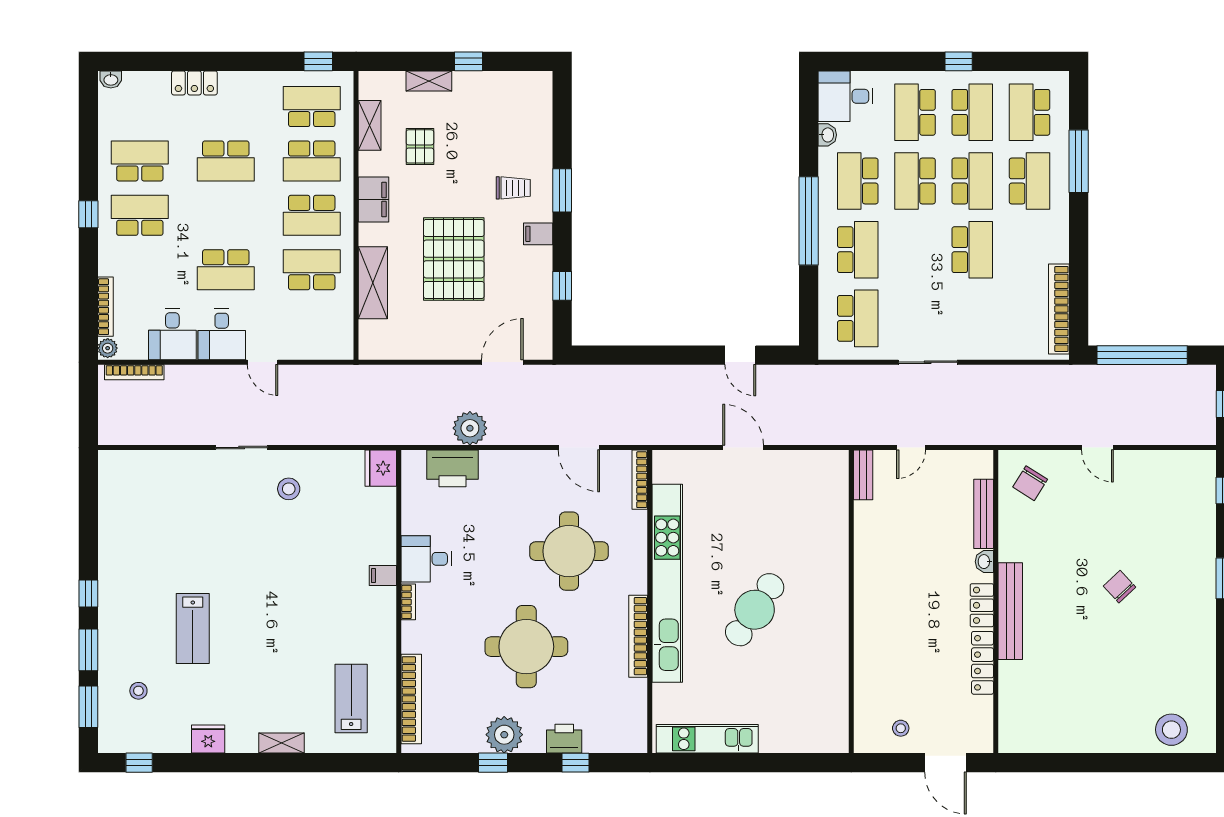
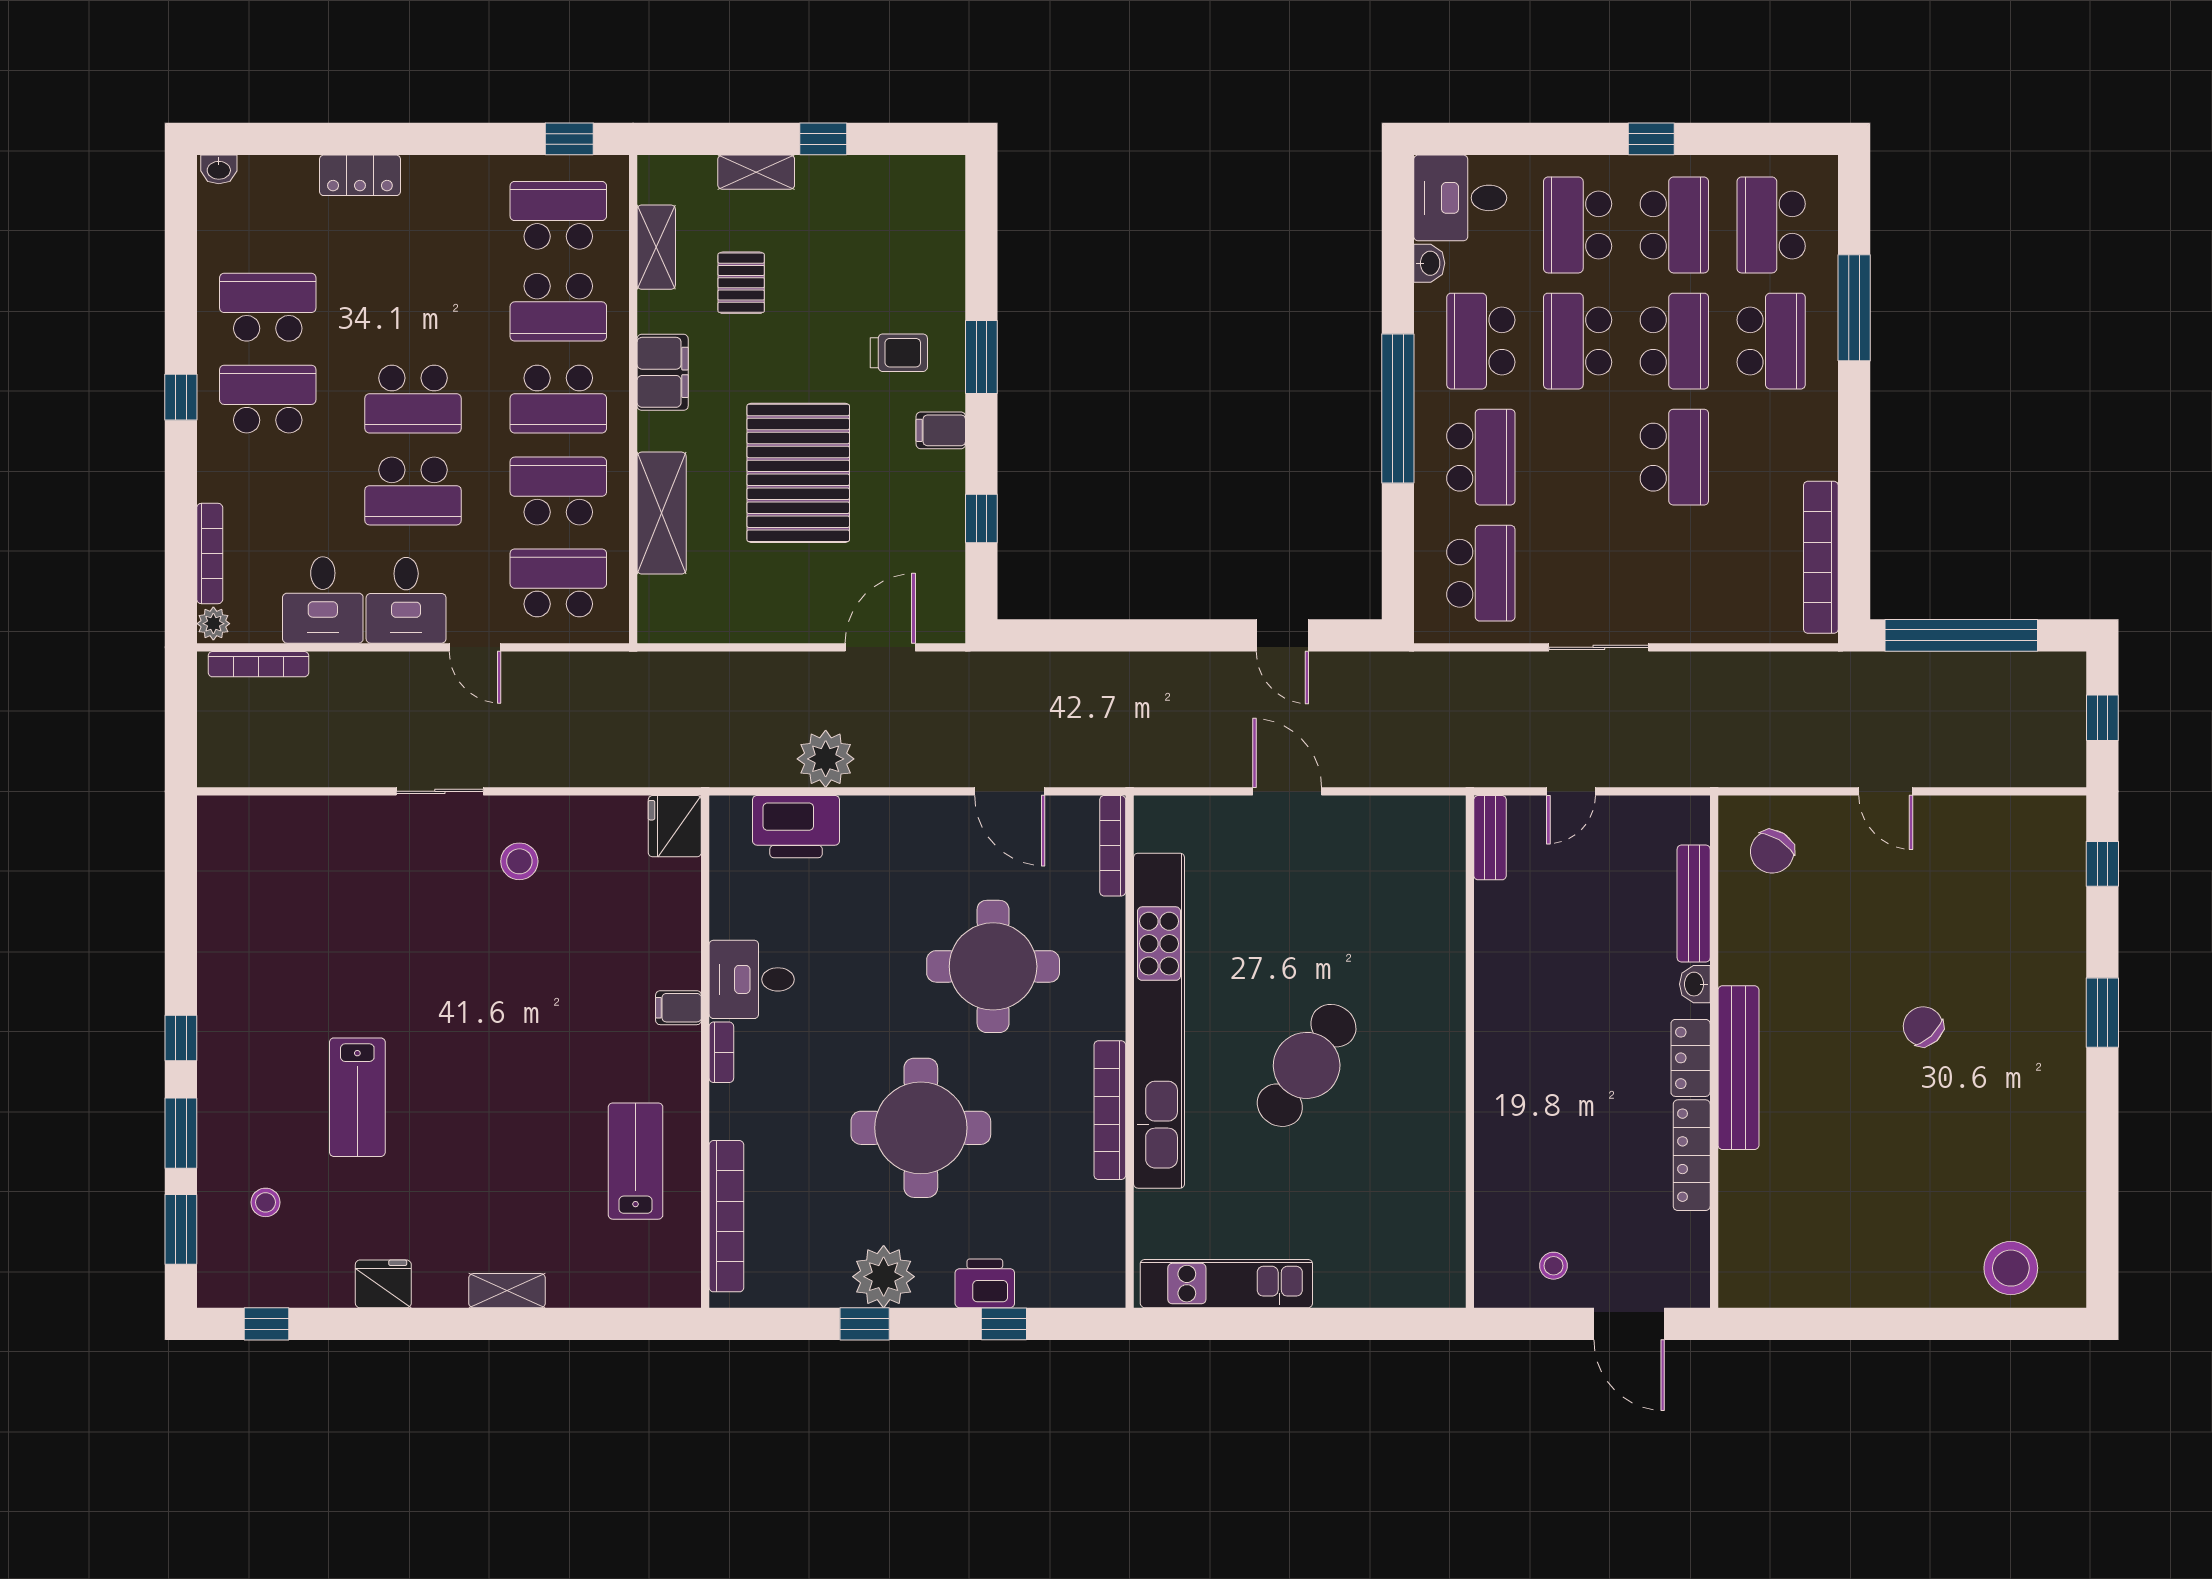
school desk: (226, 161) -> (413, 399), moved
school desk: (312, 324) -> (558, 583), added
lab bench: (351, 699) -> (636, 1161), moved

